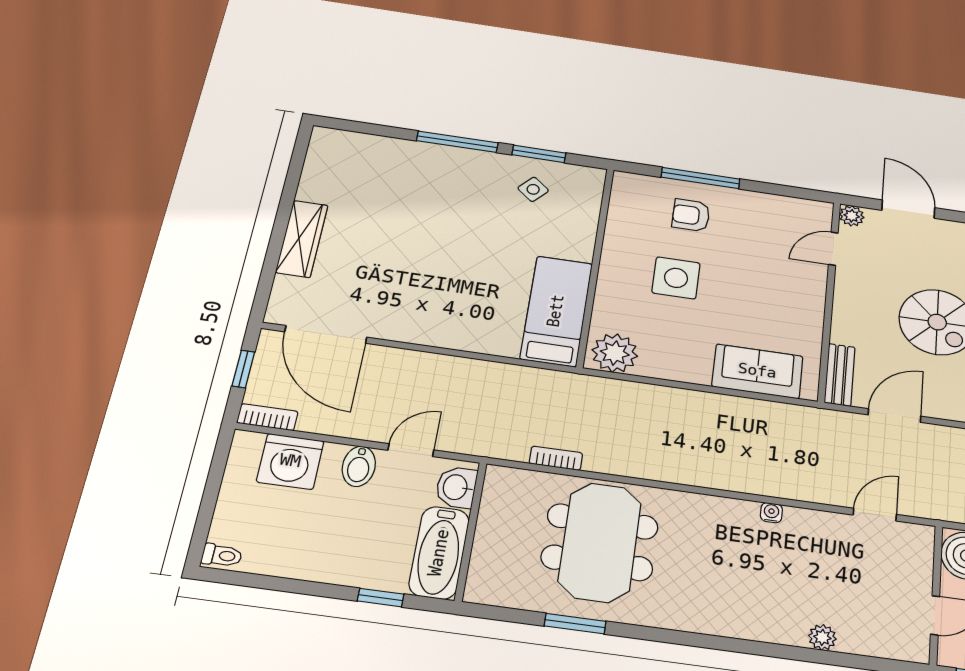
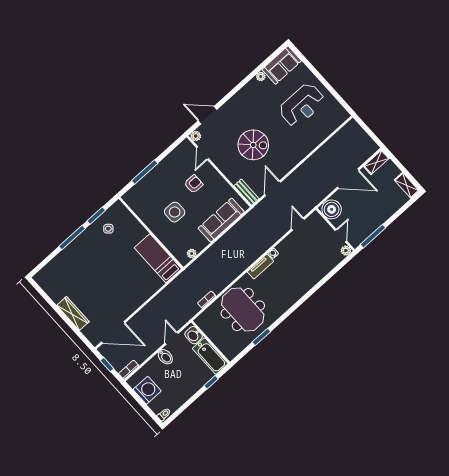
armchair: (691, 215) -> (194, 184), moved, turned 180
plant: (615, 353) -> (192, 254), width x0.53, depth x0.53
sofa: (757, 371) -> (221, 220), width x1.36
washing machine: (290, 461) -> (147, 390), moved, turned -90
tv unit: (721, 509) -> (260, 267), added
plant: (822, 637) -> (346, 251), moved

